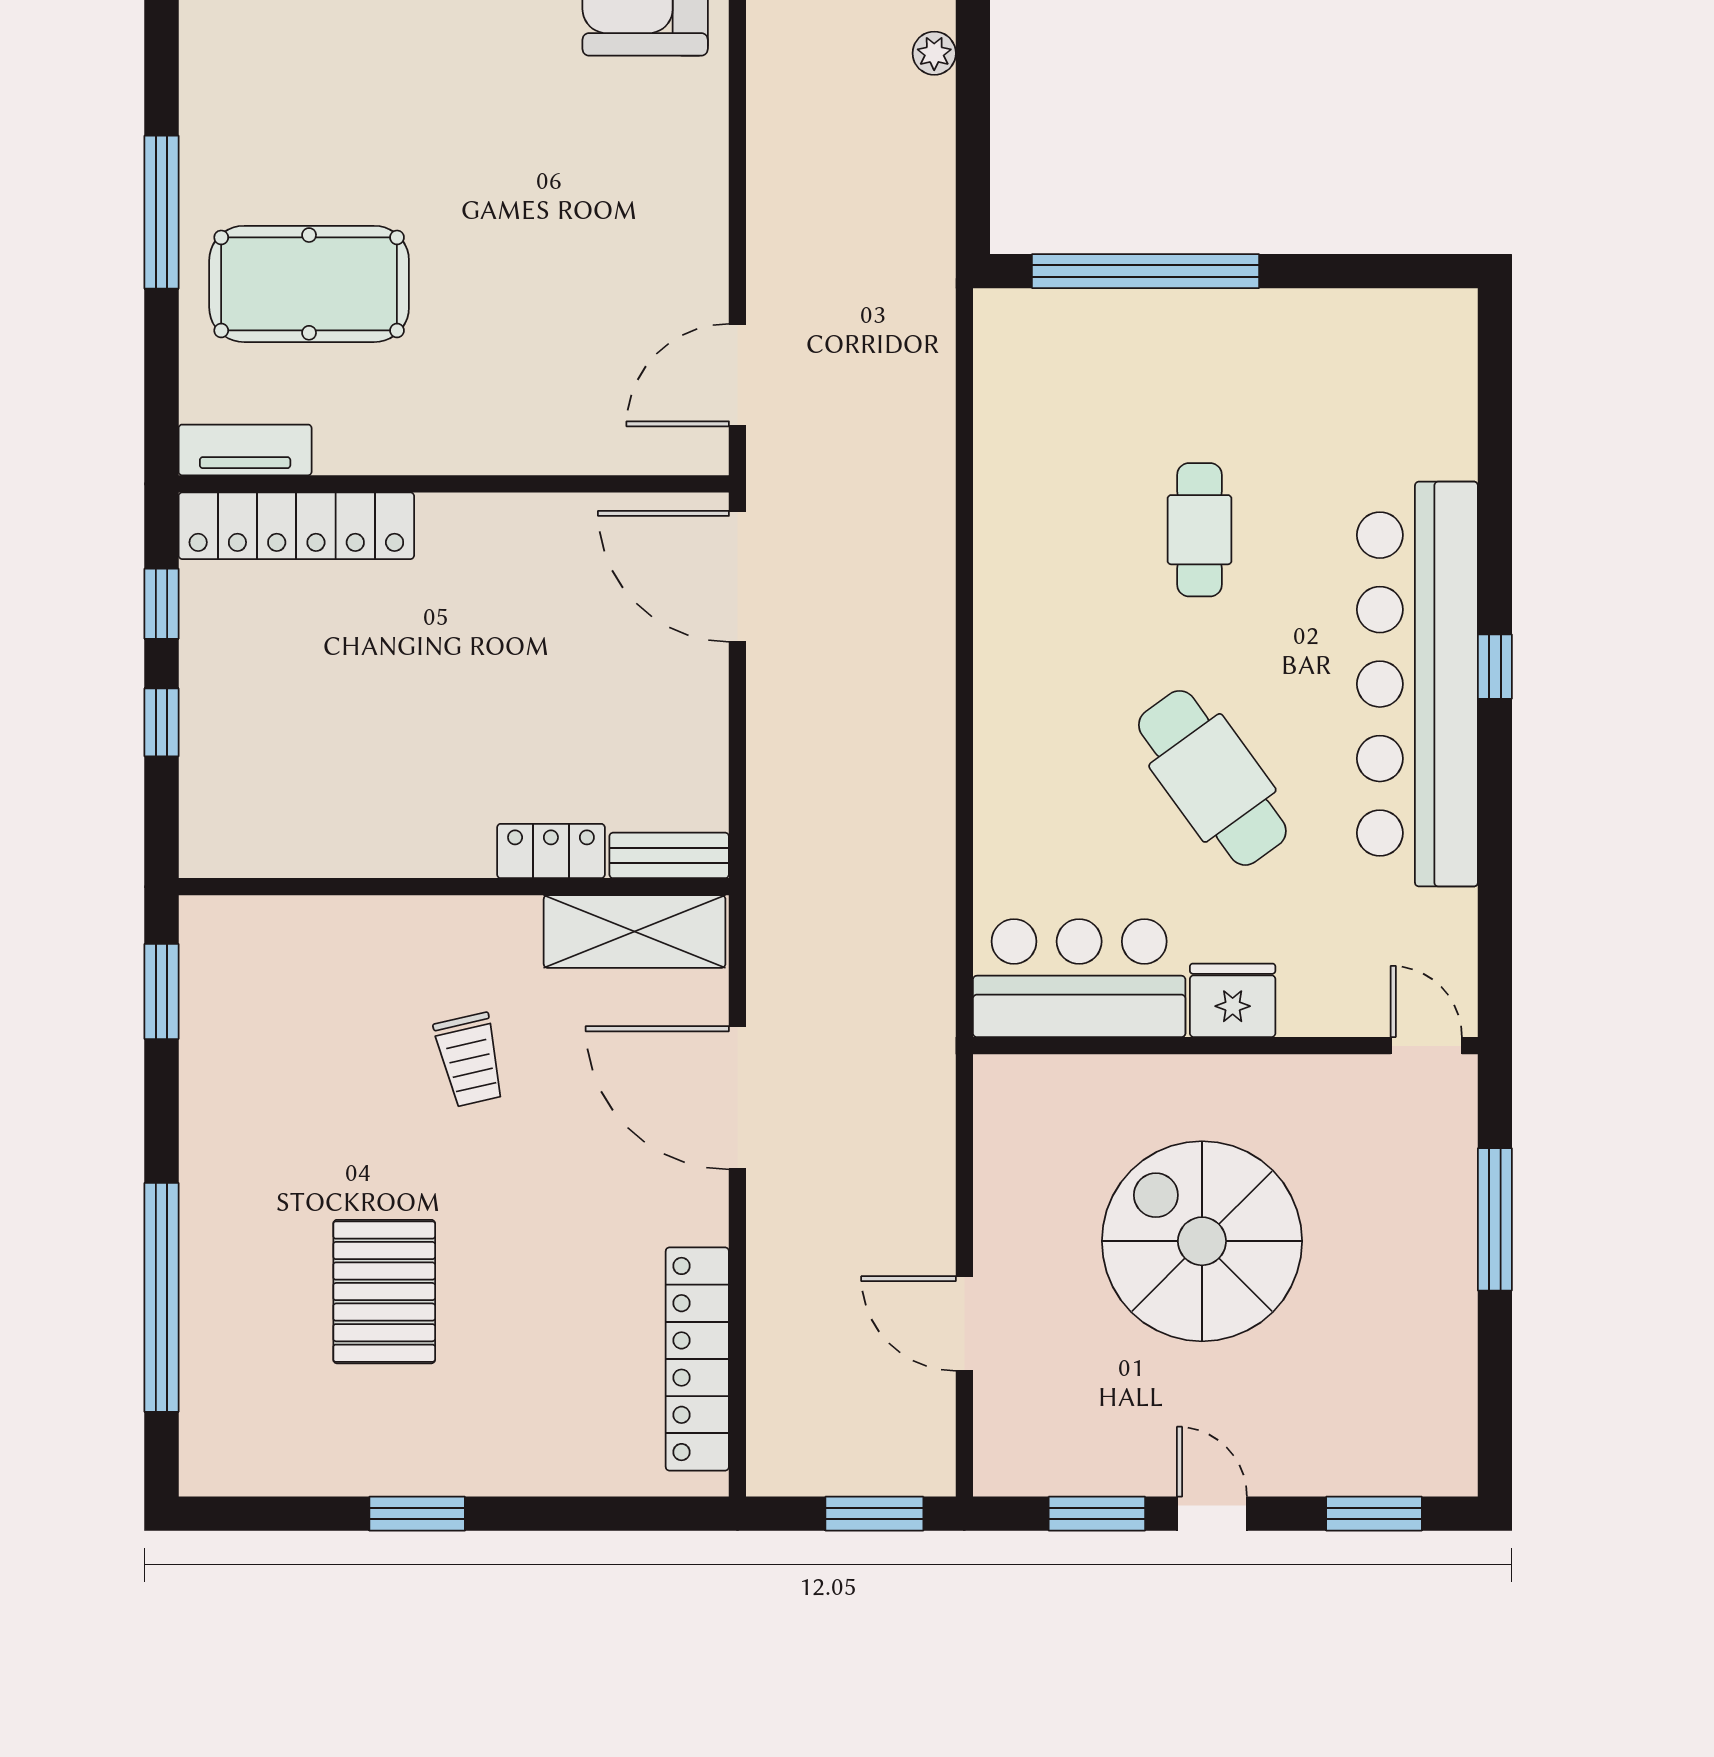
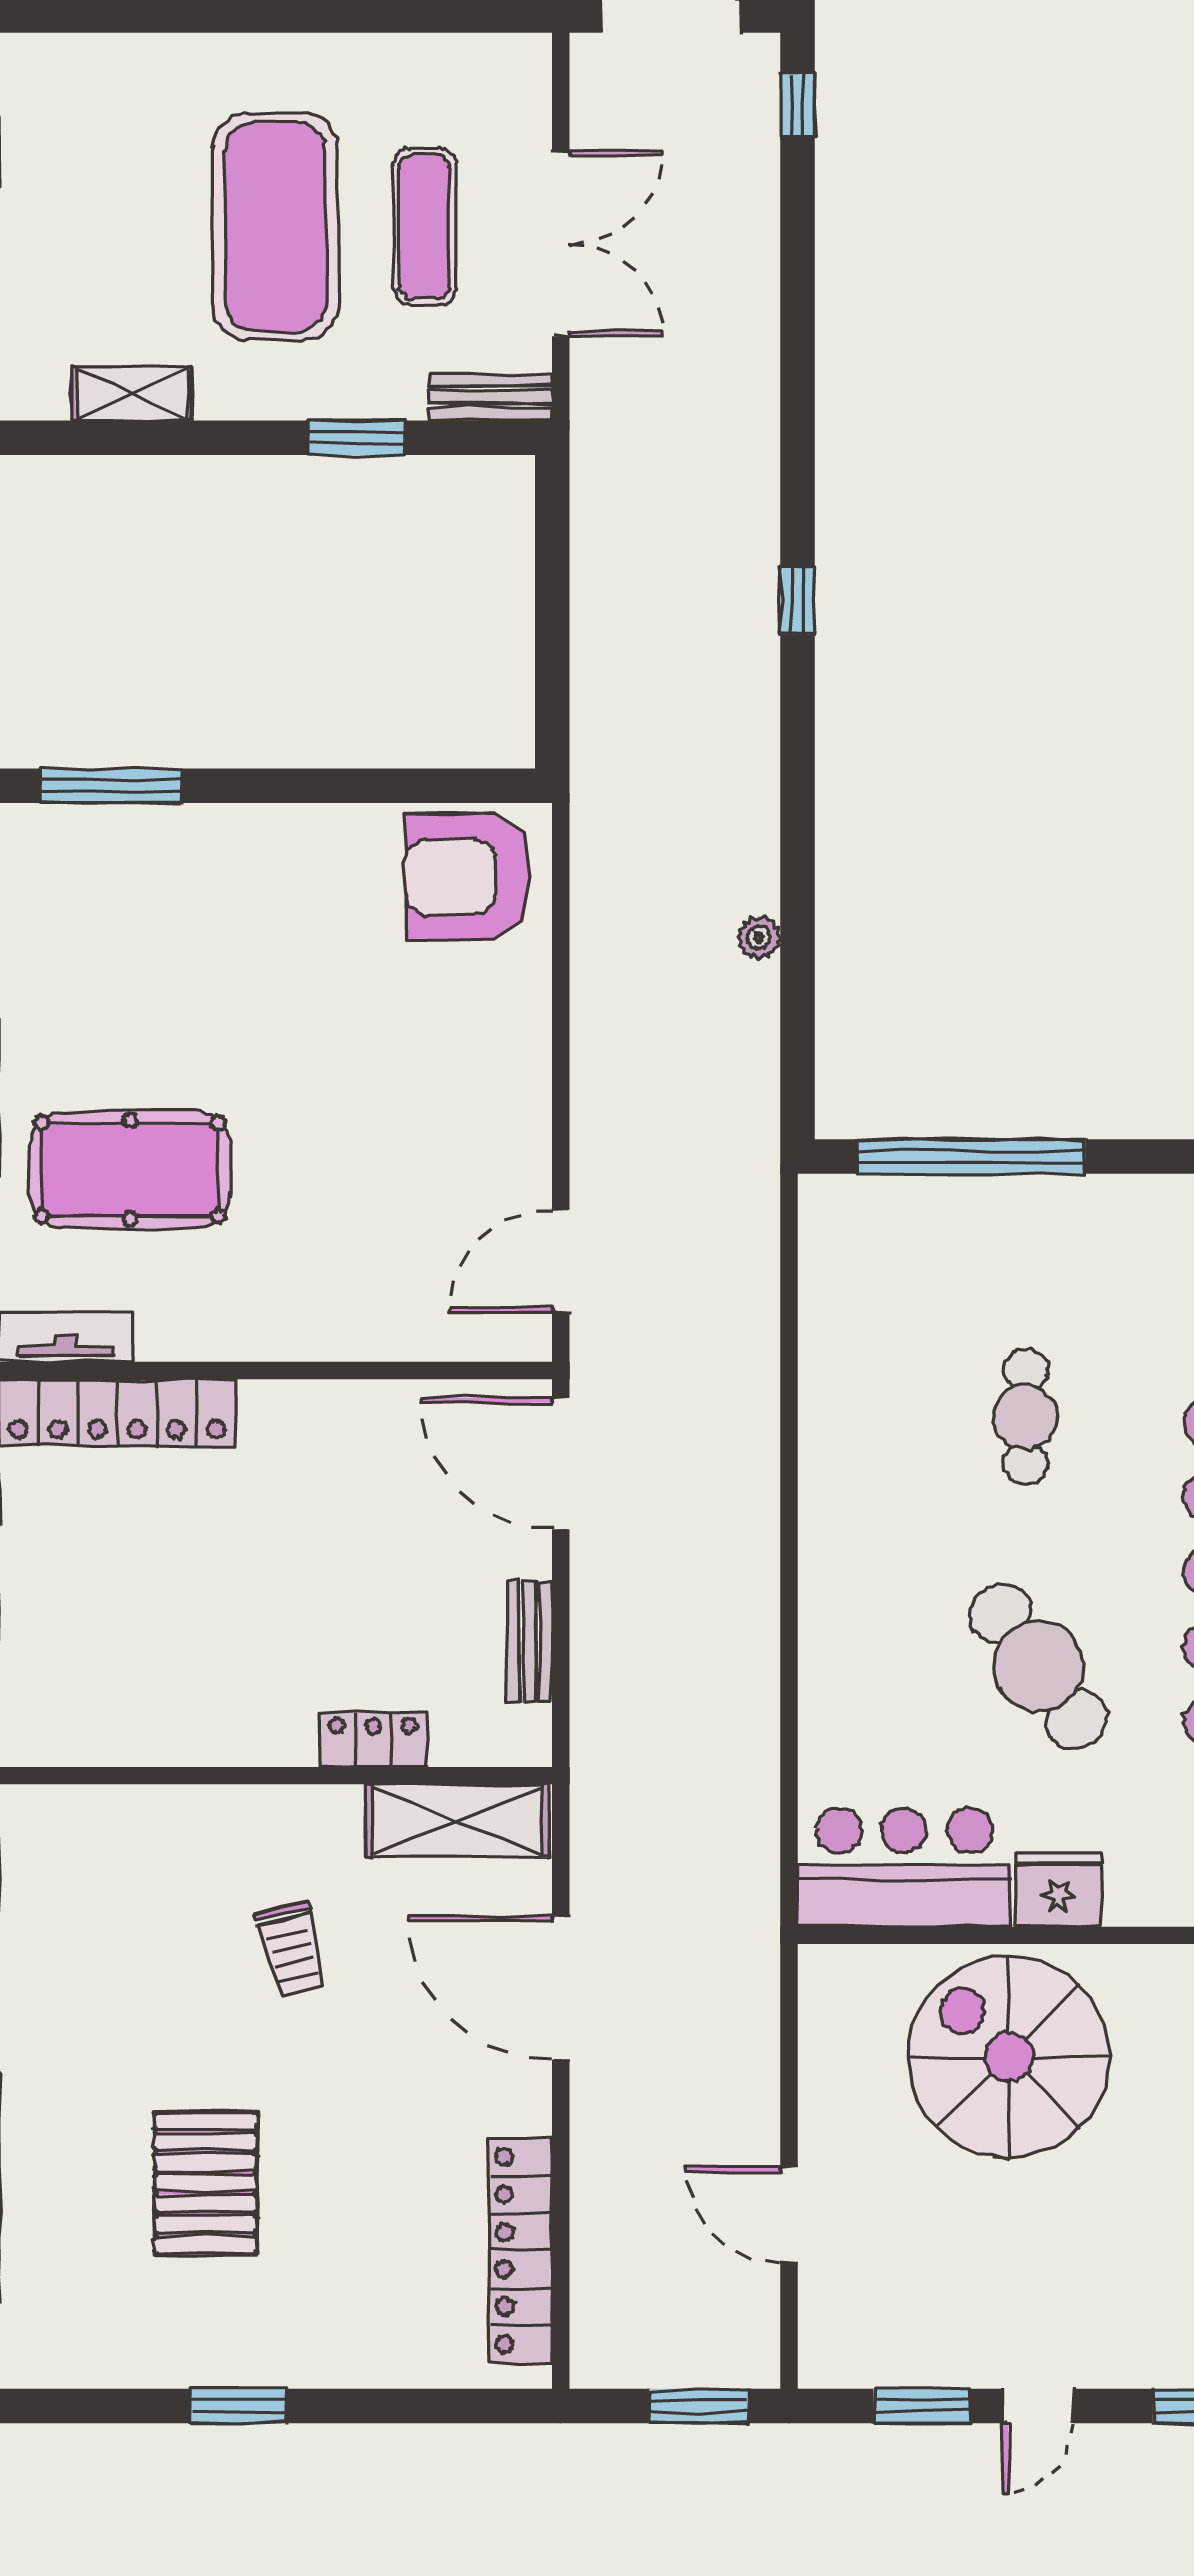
bench: (669, 855) -> (529, 1642), moved, turned 90
spiral stairs: (1202, 1241) -> (1009, 2057), moved
door: (1212, 1514) -> (1038, 2406), swing flipped

